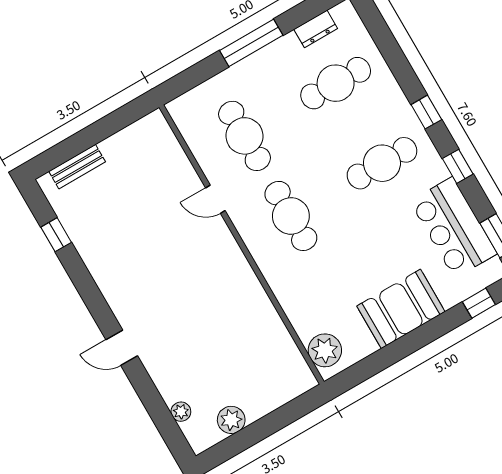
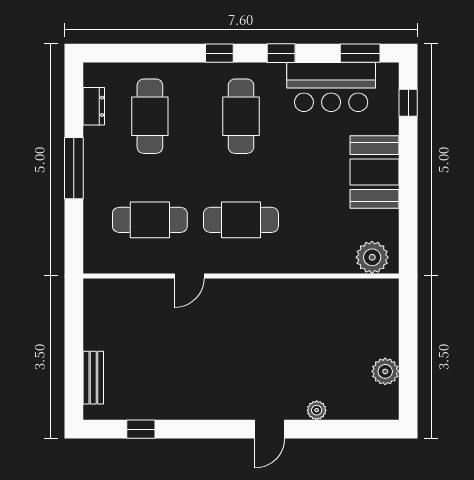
plant: (181, 412) -> (317, 410), moved

